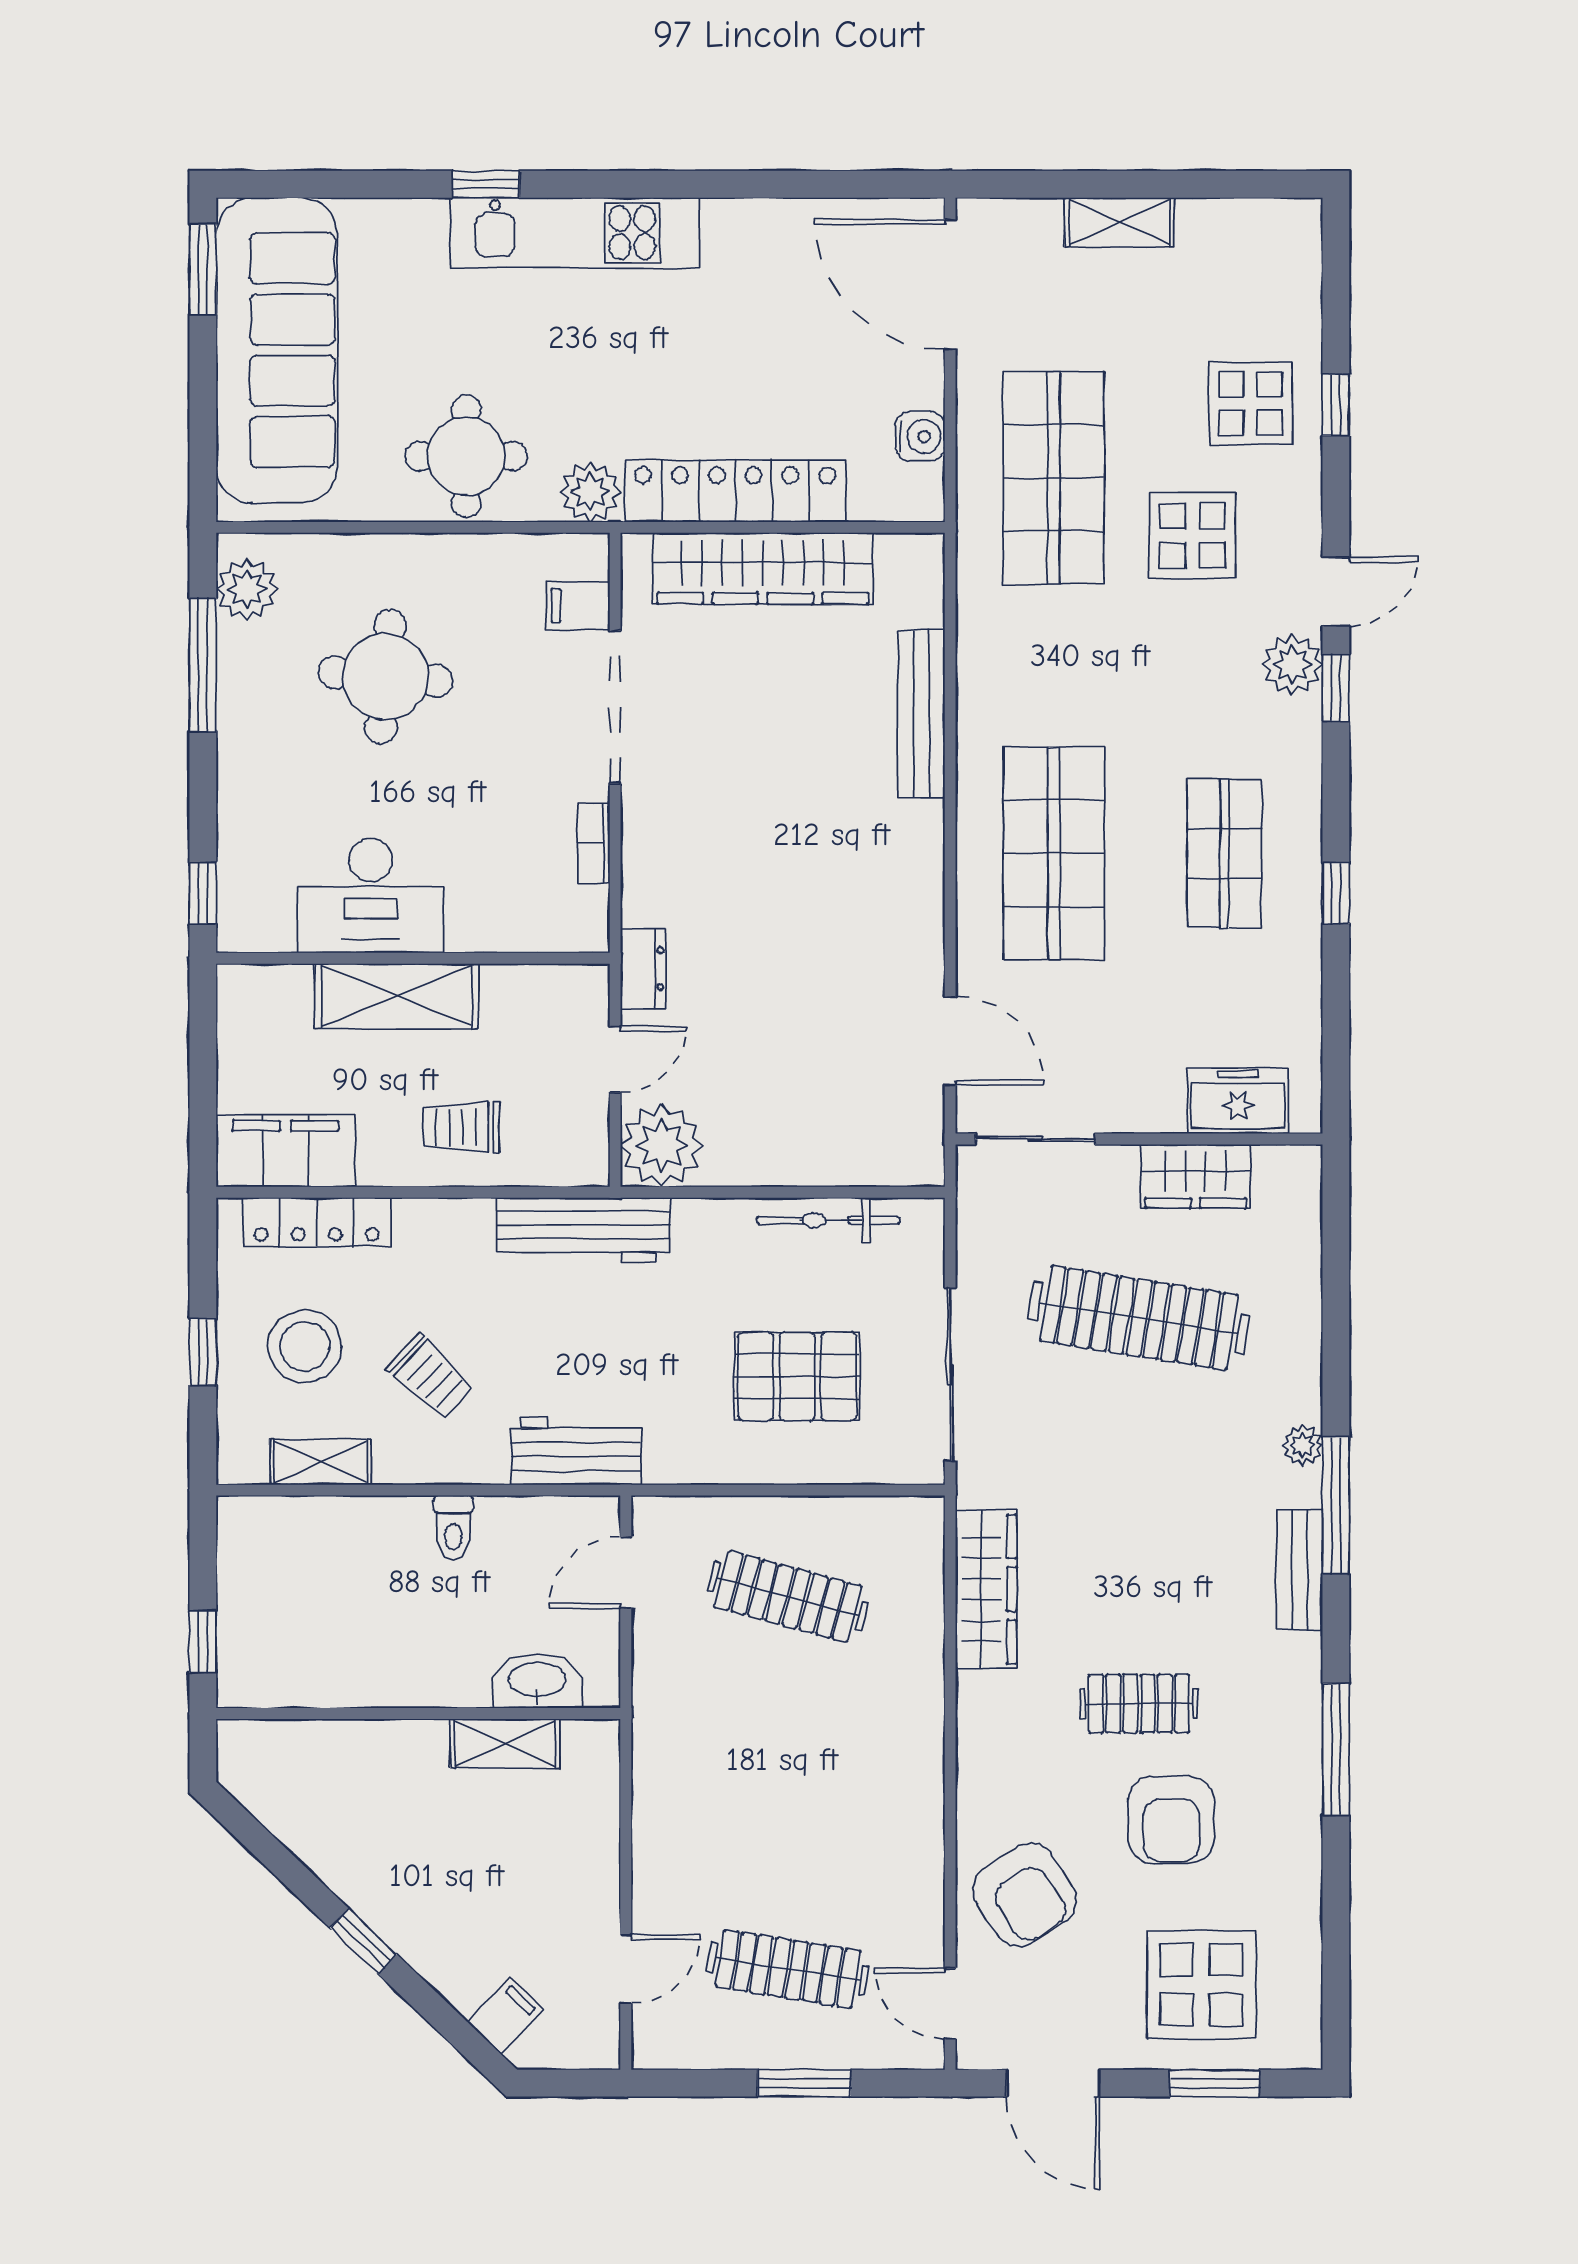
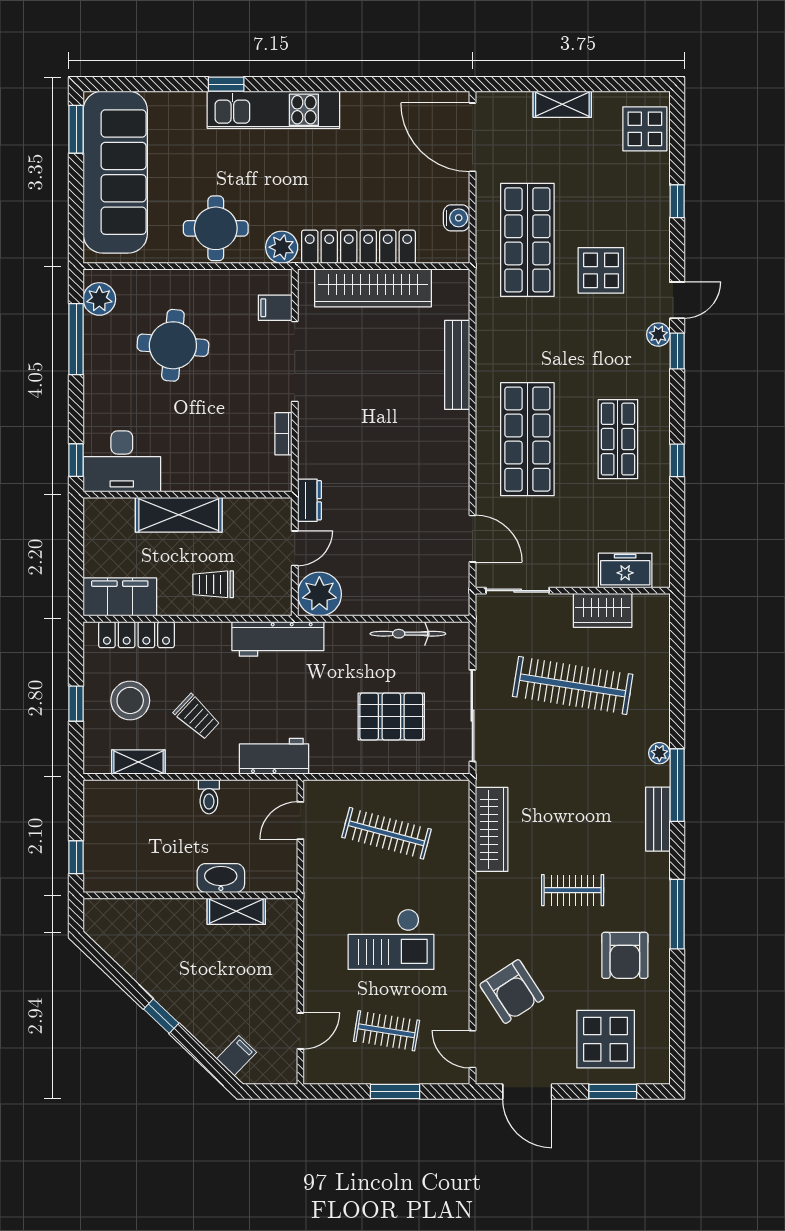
display table: (1251, 404) -> (645, 129), moved
plant: (1292, 665) -> (658, 335), width x0.73, depth x0.73
desk: (371, 895) -> (122, 461), moved
washbasin: (537, 1681) -> (221, 878), moved
checkout: (797, 1796) -> (391, 939), added
armchair: (1171, 1820) -> (625, 955), moved
clothes rail: (788, 1969) -> (386, 1031), width x0.73

